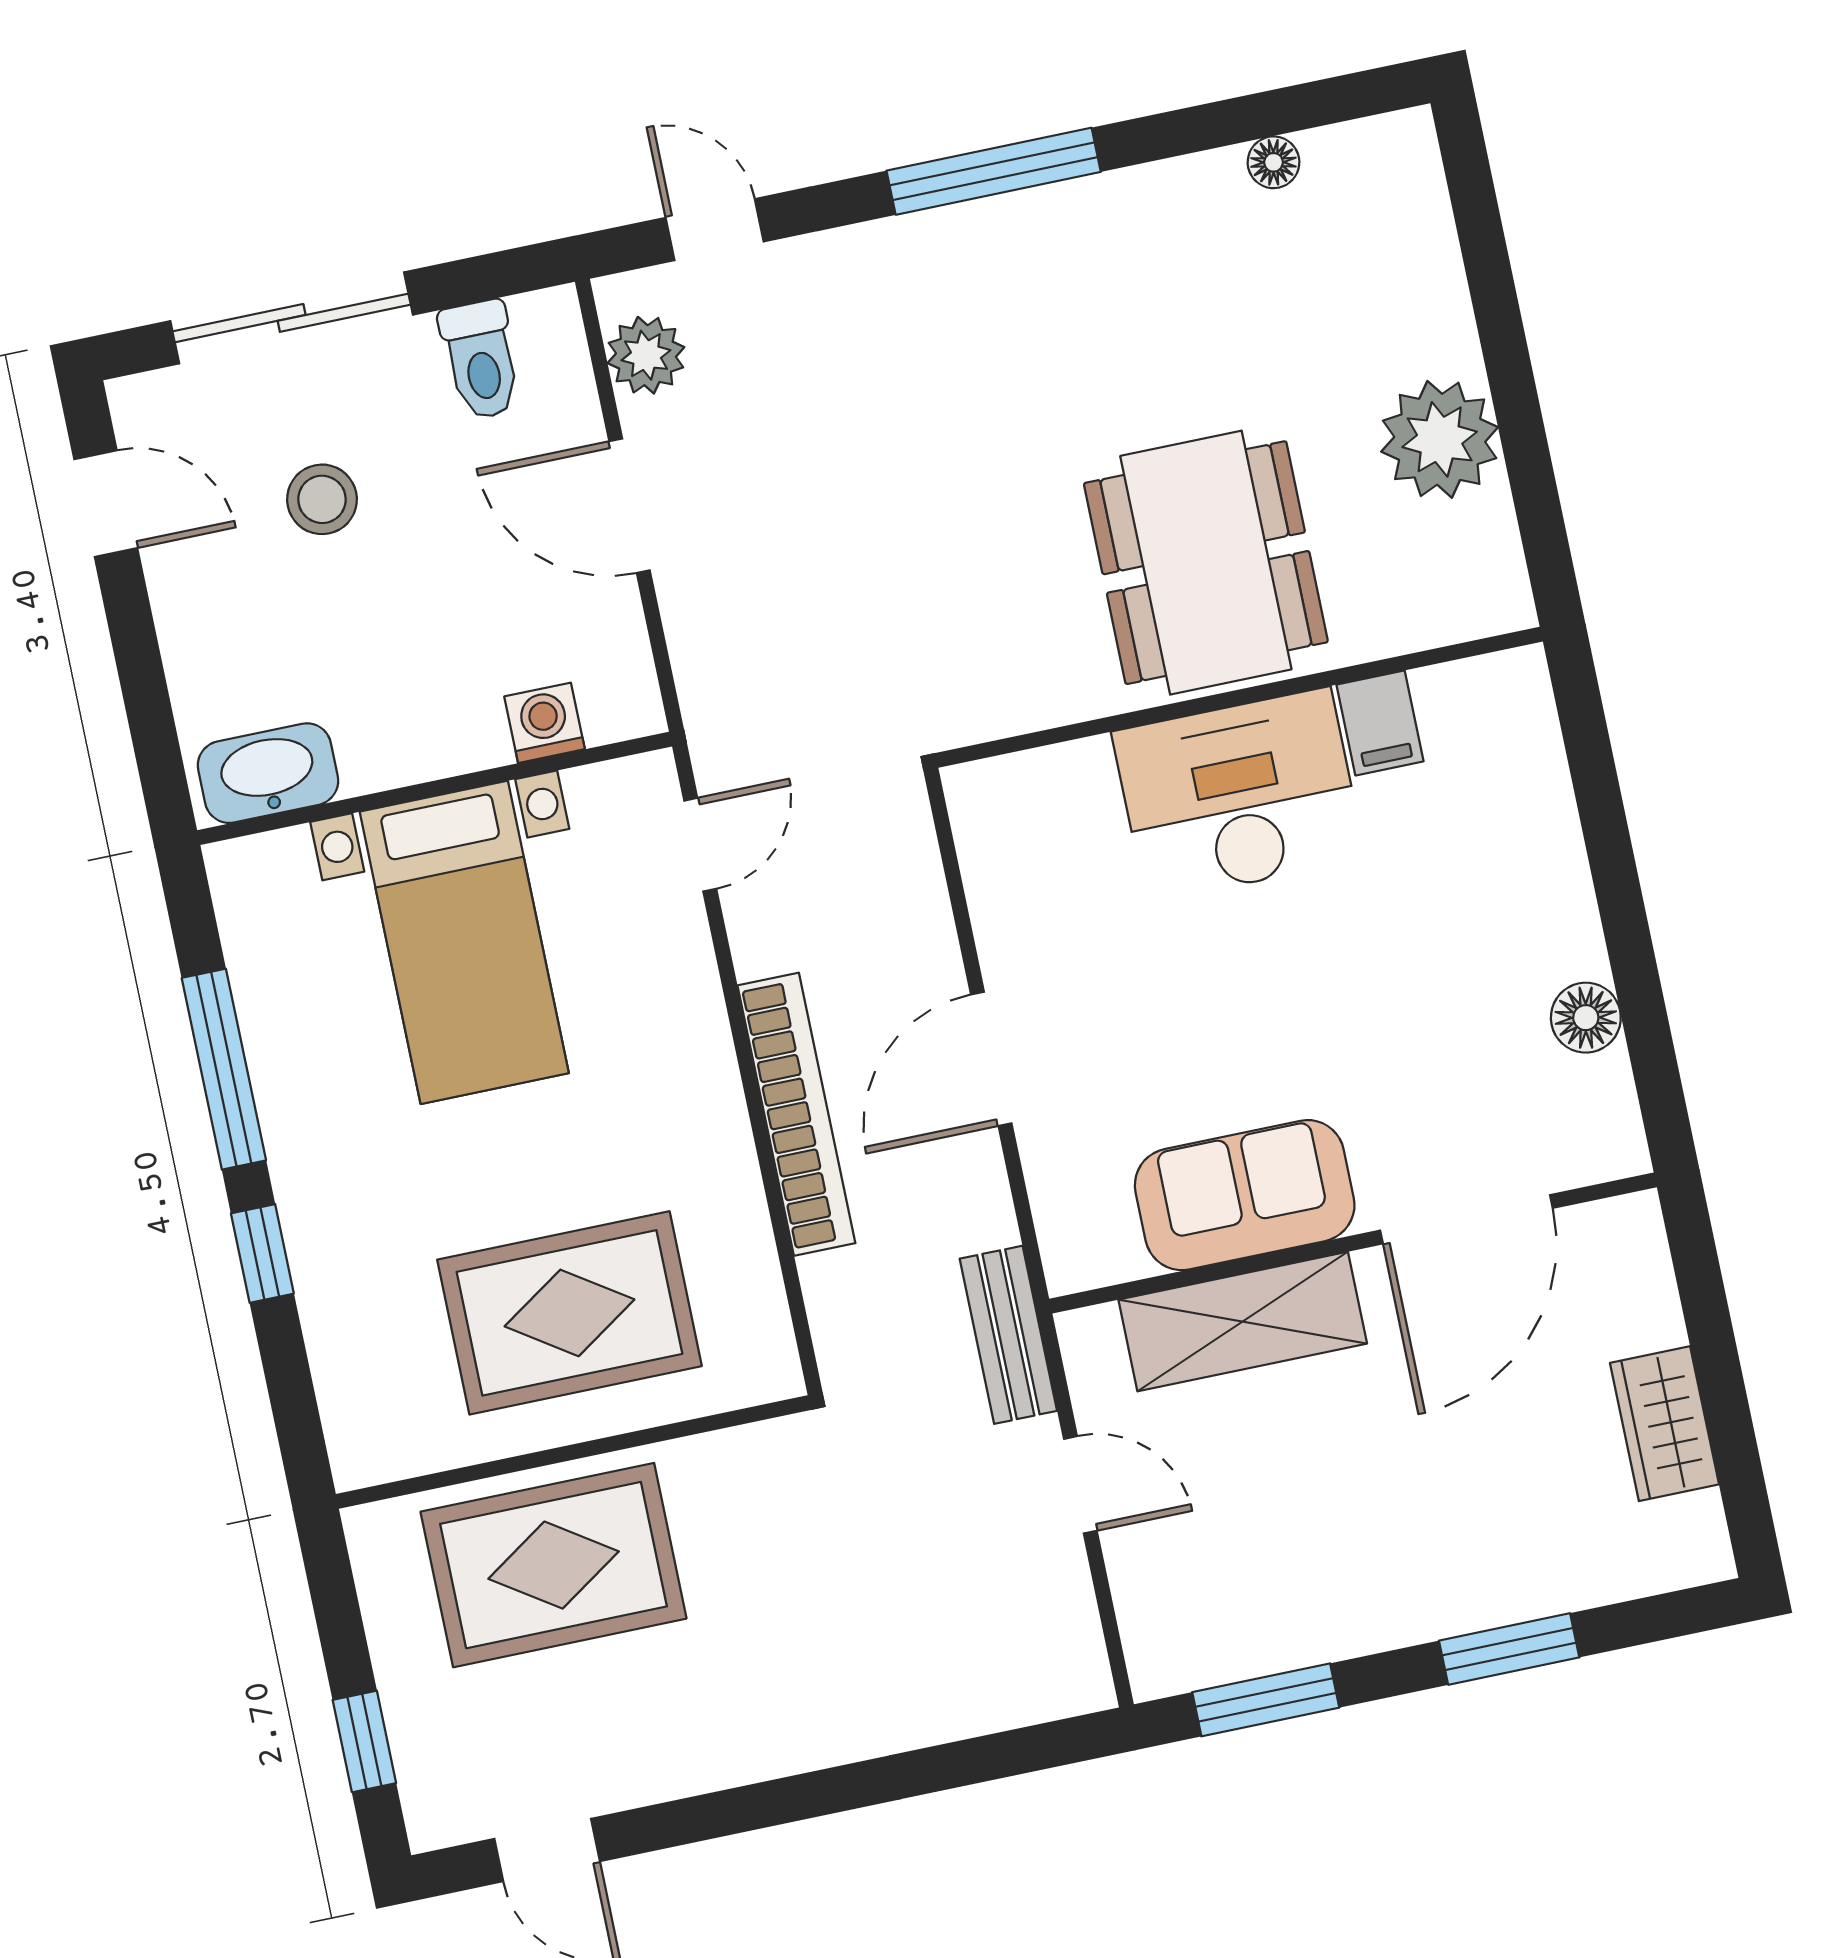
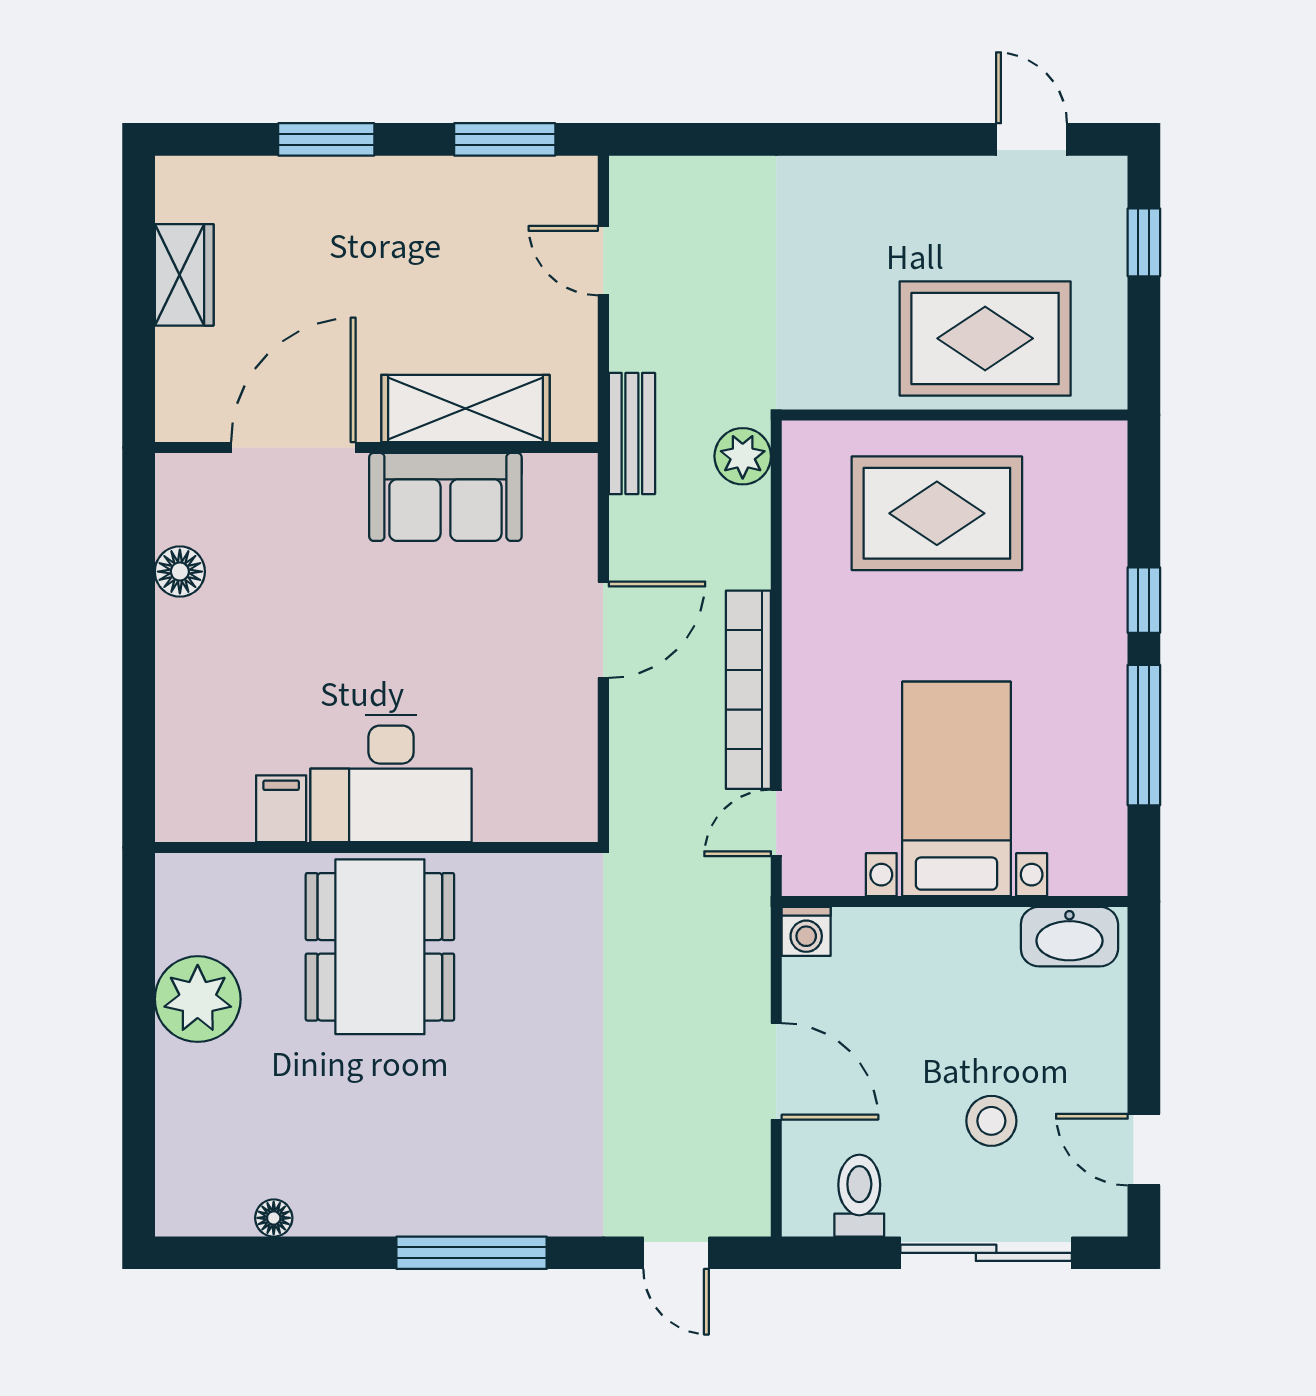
plant: (646, 355) -> (743, 456), moved
washing machine: (544, 723) -> (806, 931), moved
bookcase: (796, 1114) -> (748, 690), moved
door: (1080, 1485) -> (603, 261), moved

